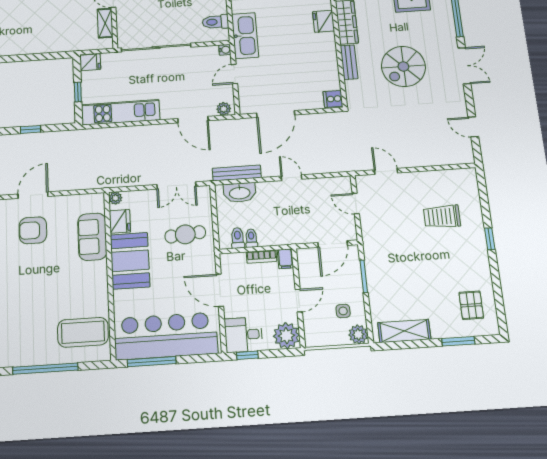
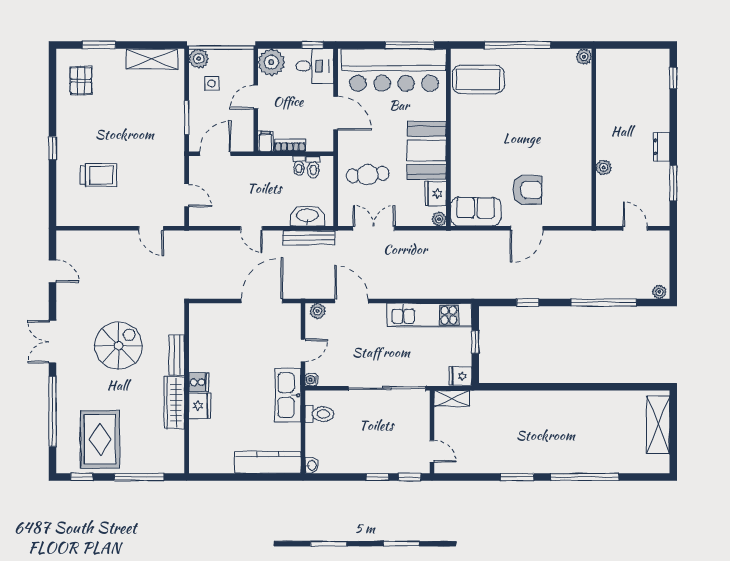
shelving: (105, 23) -> (452, 398), moved, turned 90
cooker: (333, 99) -> (199, 382), moved
sofa: (92, 237) -> (476, 212), moved, turned -90

